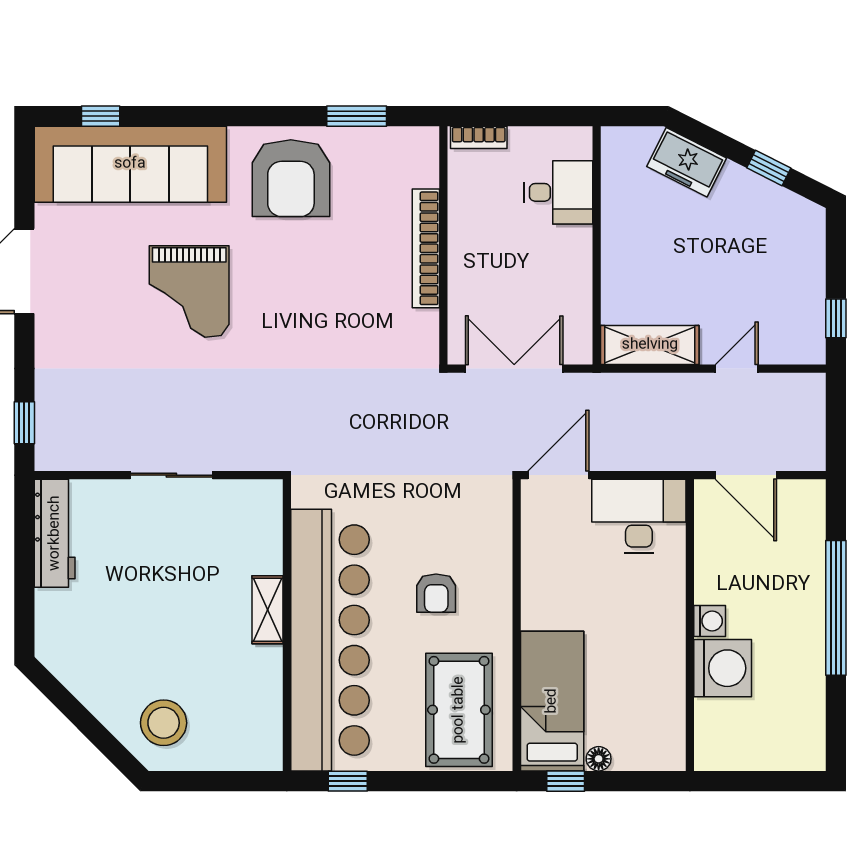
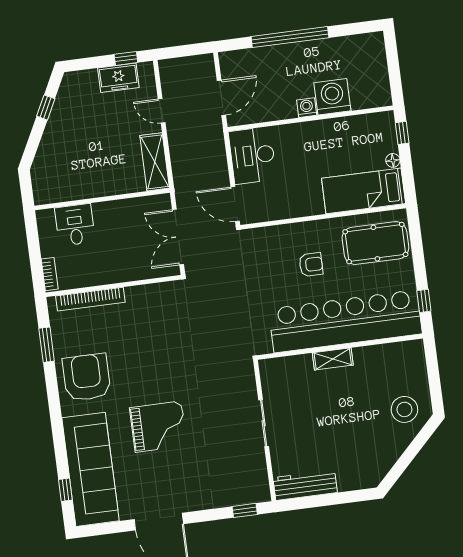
freezer: (687, 162) -> (118, 78), moved, turned 63
armchair: (291, 178) -> (87, 377), turned -90
bookcase: (426, 248) -> (90, 299), moved
window: (566, 781) -> (402, 133), moved

